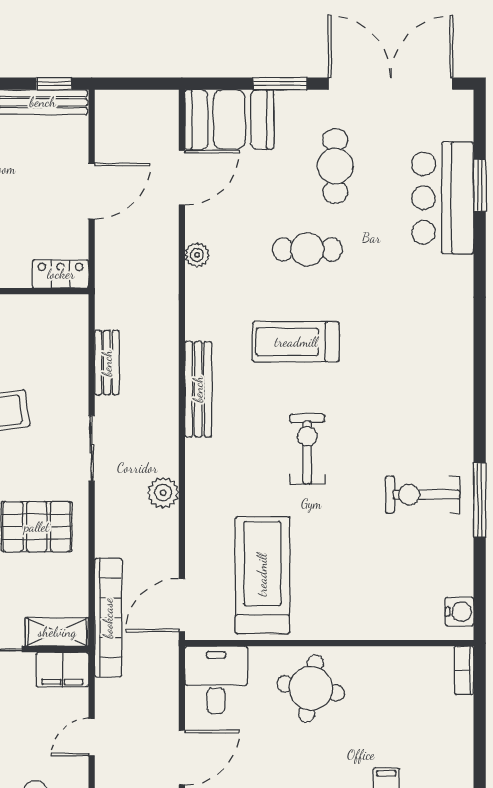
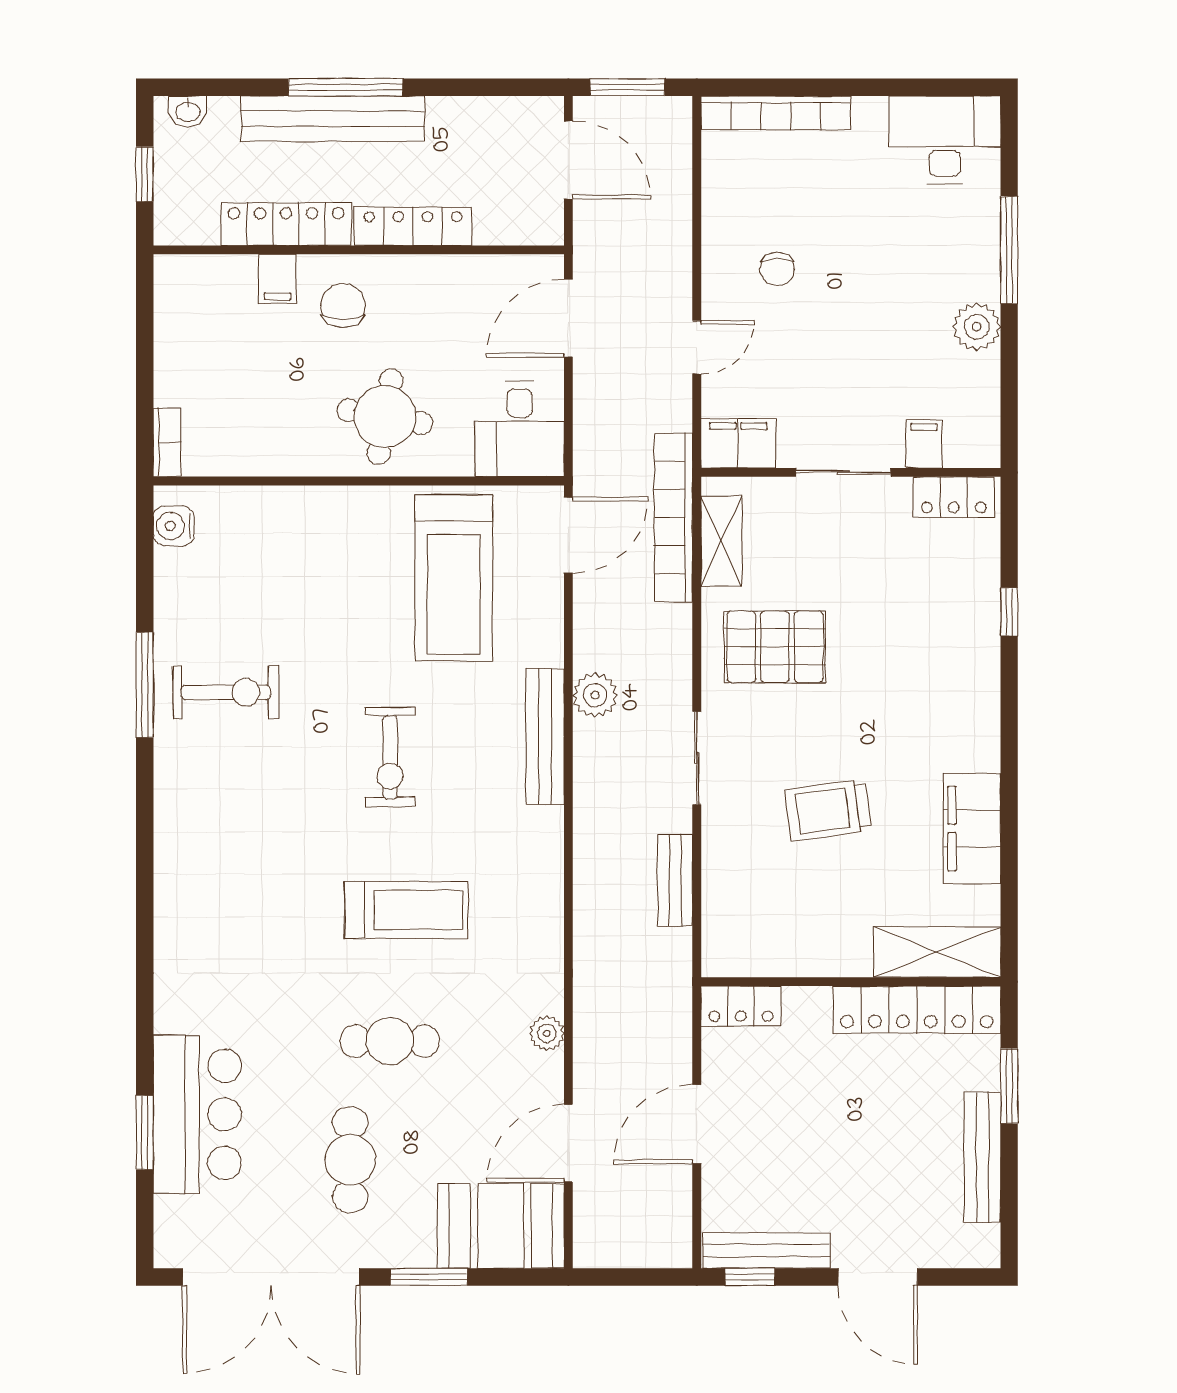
bench: (198, 389) -> (545, 737), moved
shelving: (57, 632) -> (721, 541), moved, turned 90
chair: (340, 767) -> (343, 306), added

